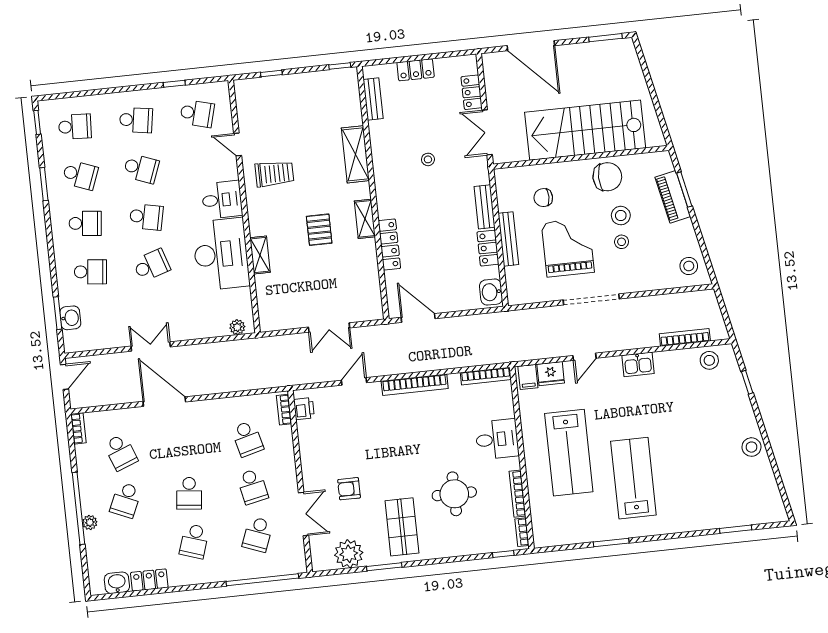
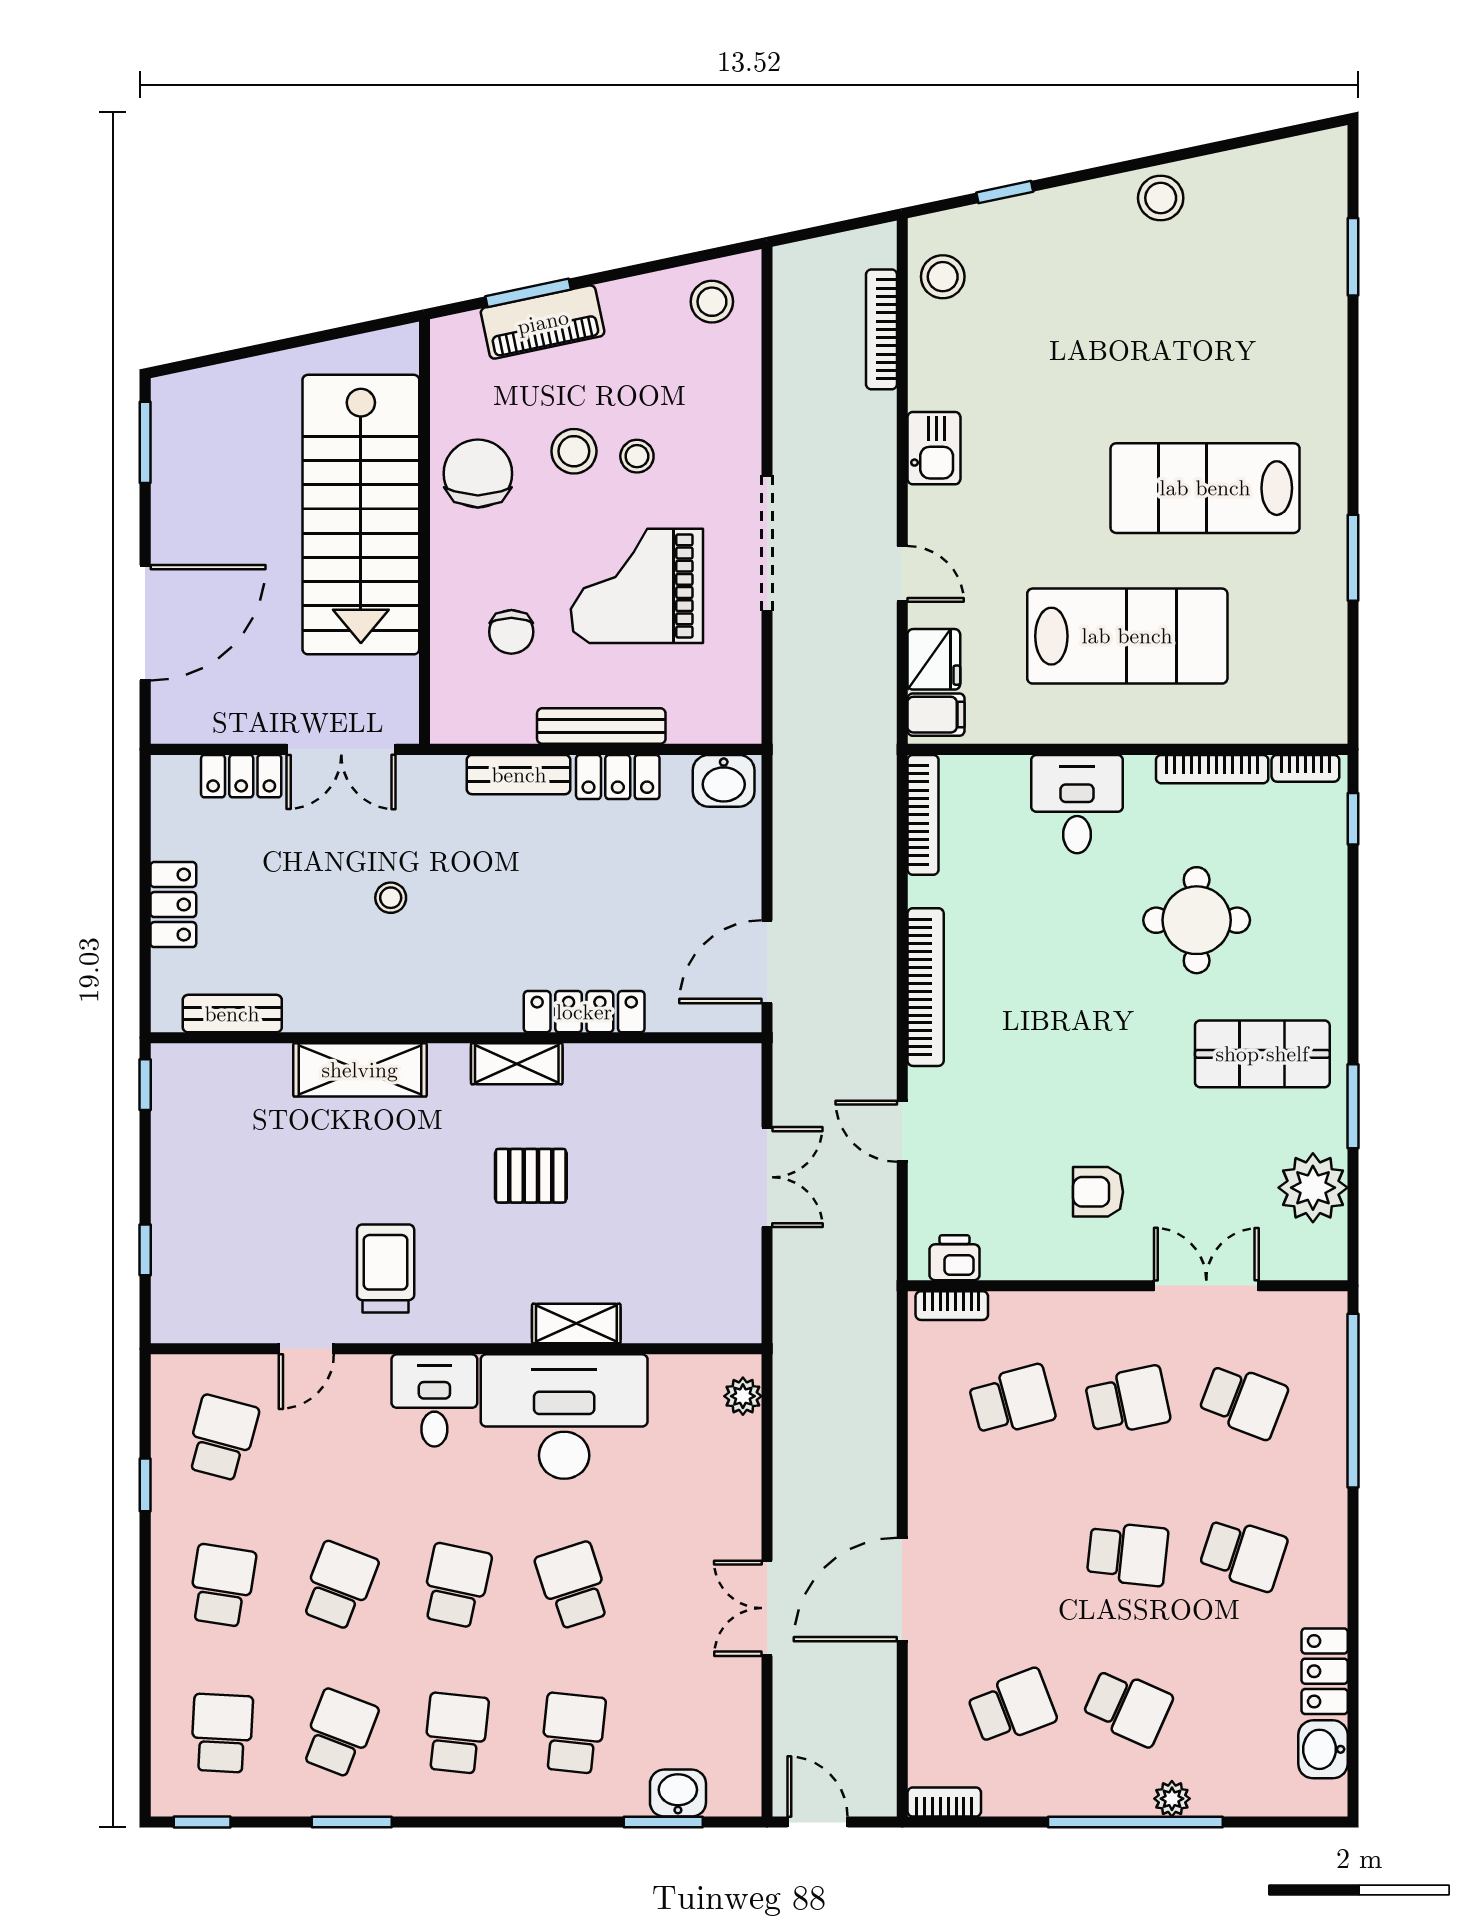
armchair: (349, 489) -> (1098, 1192), moved, turned 90

